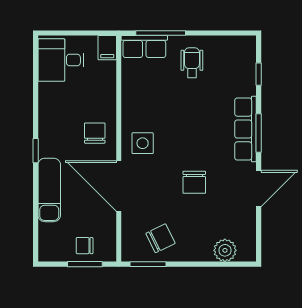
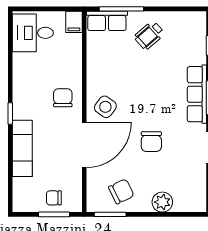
wheelchair: (192, 63) -> (149, 35), turned -131
side table: (143, 143) -> (105, 107), turned 36
door: (119, 186) -> (84, 145), swing flipped
plant: (225, 250) -> (162, 202), moved

